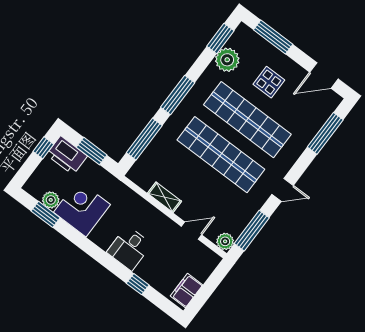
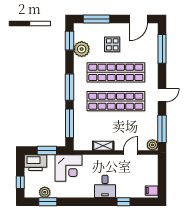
window: (43, 148) -> (20, 182), moved
corner desk: (82, 208) -> (68, 168), moved, turned 180
filing cabinet: (187, 291) -> (152, 191), width x0.50

